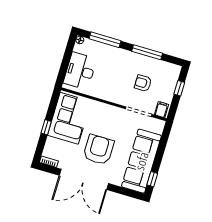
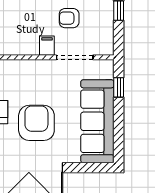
filing cabinet: (161, 110) -> (47, 46), moved
window: (152, 179) -> (119, 87), moved

